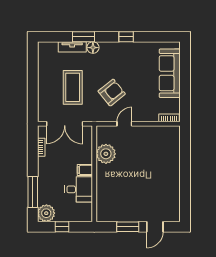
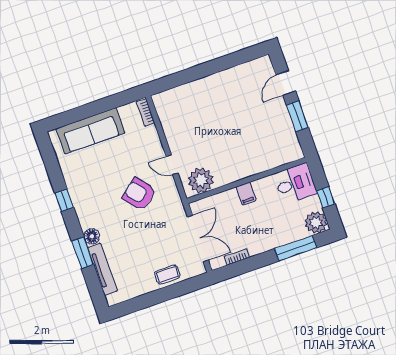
tv unit: (72, 47) -> (102, 269), width x1.41
coffee table: (73, 87) -> (167, 275), moved, width x0.54, depth x0.58
plant: (106, 154) -> (201, 180), moved
desk: (79, 189) -> (295, 184), moved, turned 90
door: (155, 227) -> (286, 83), swing flipped

